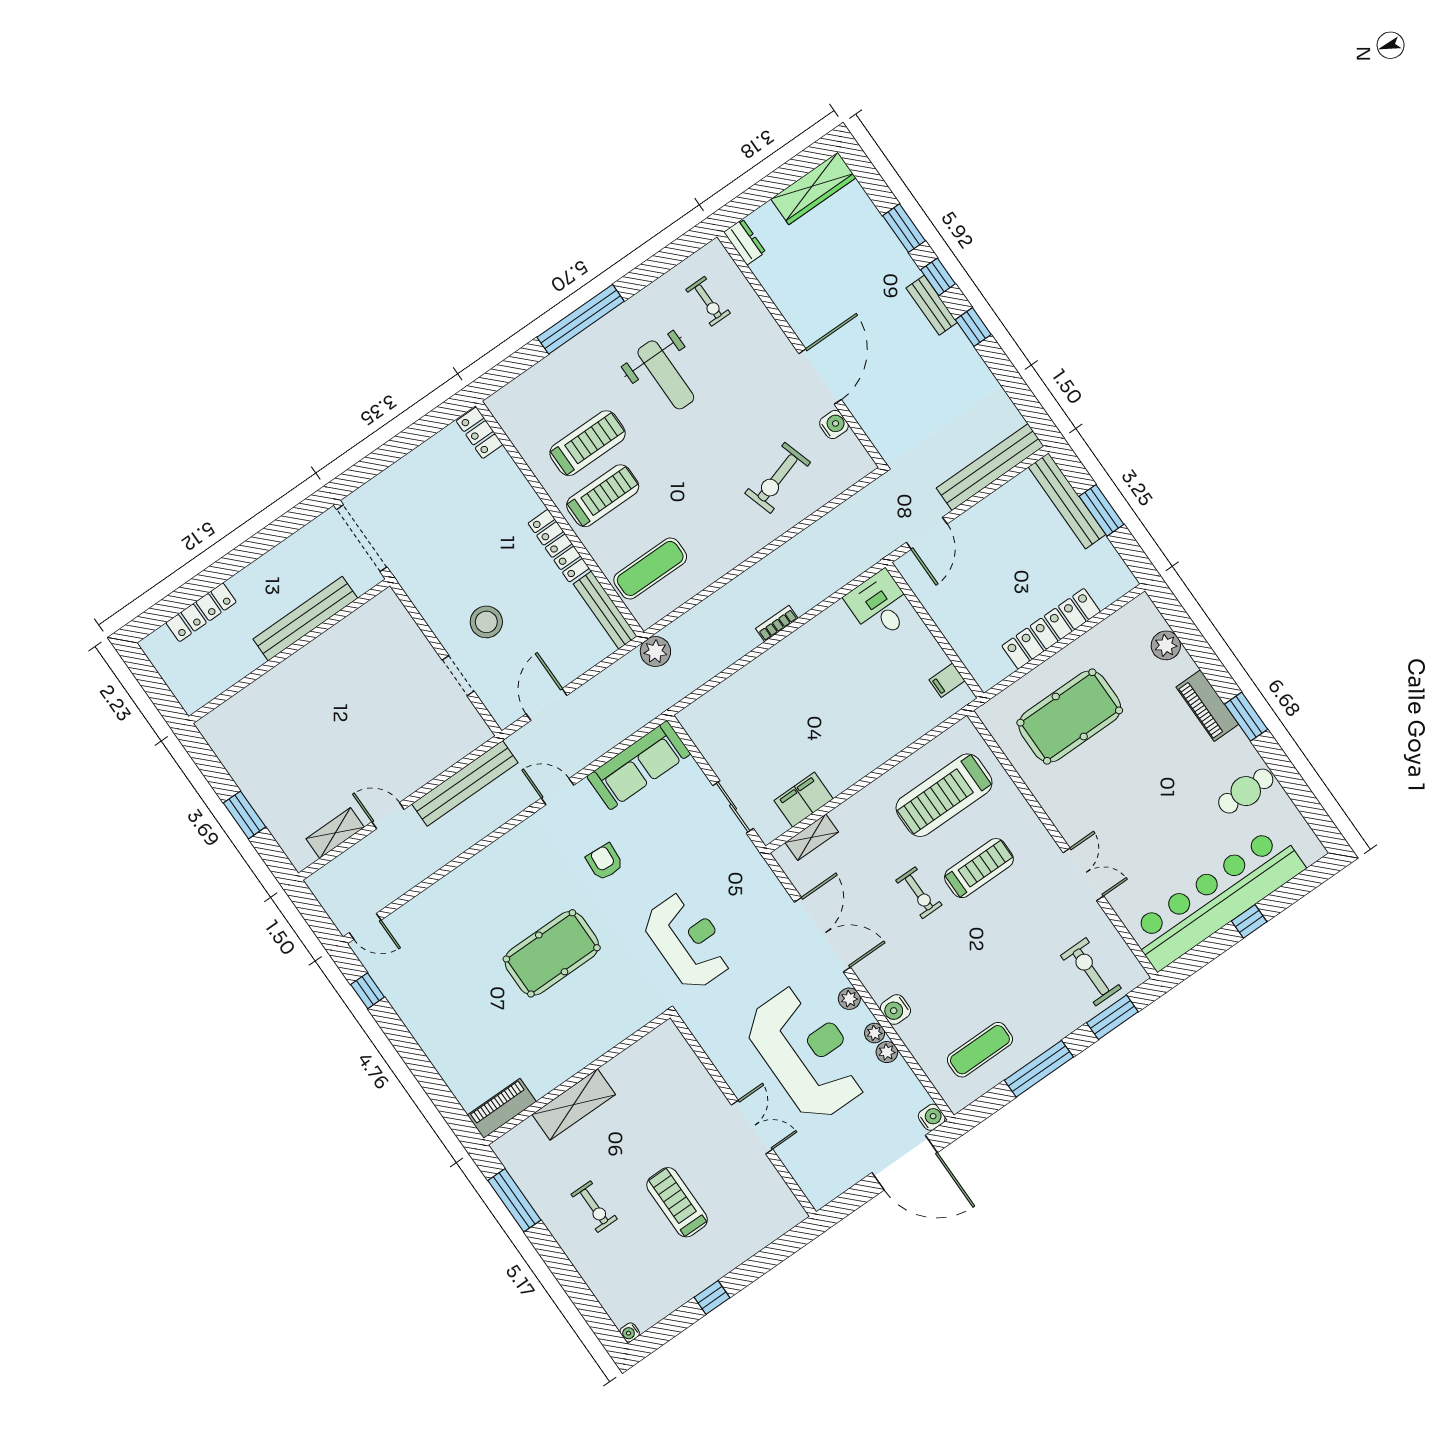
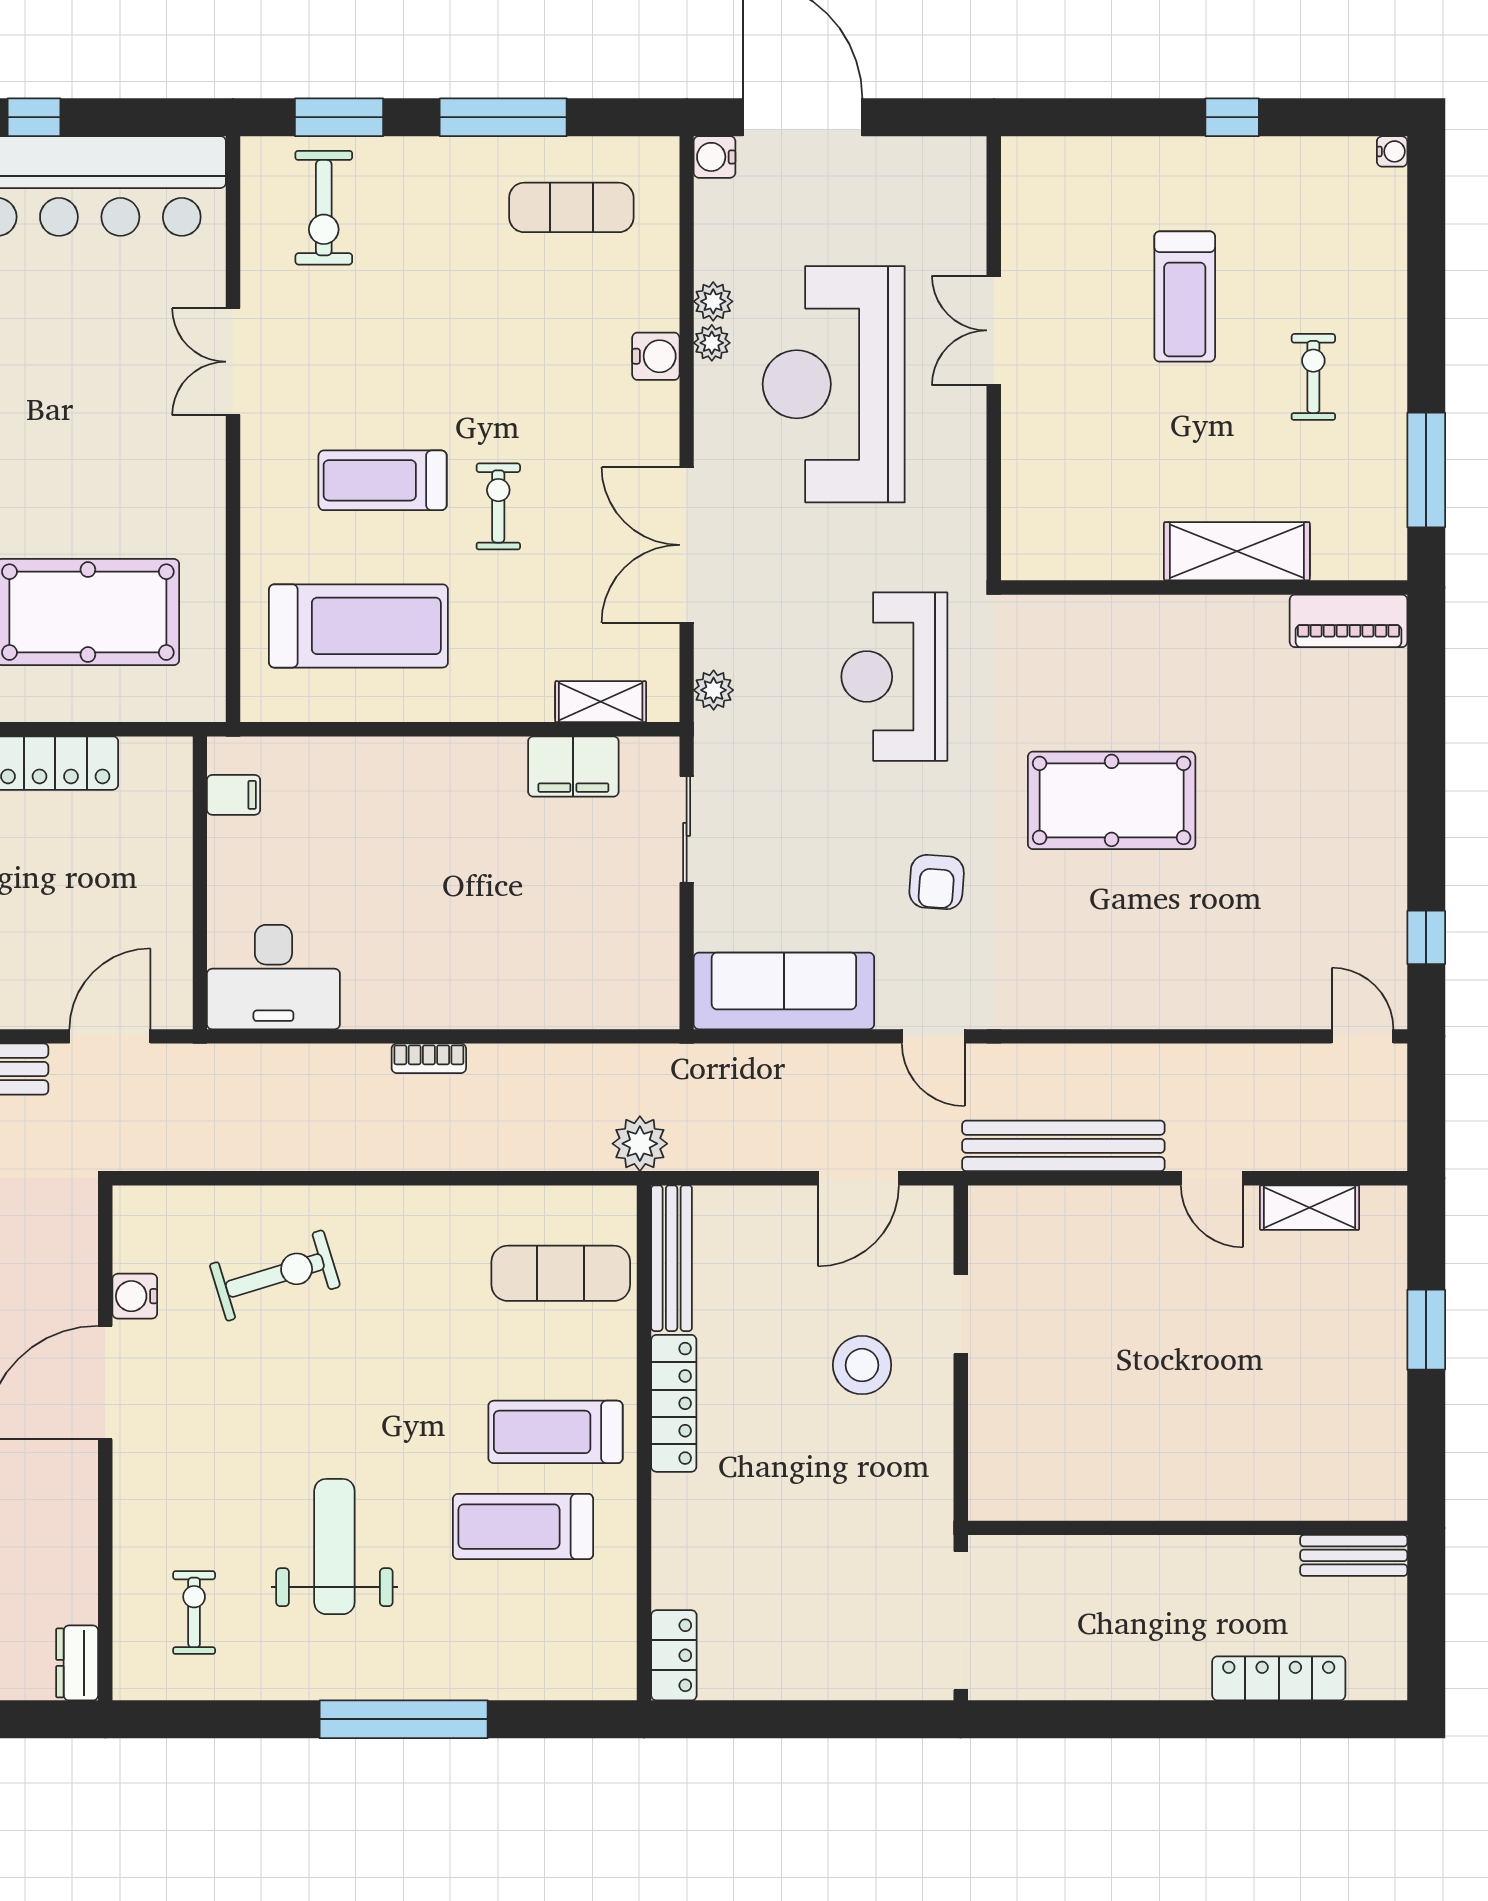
desk: (880, 605) -> (273, 977), width x1.37
bench: (305, 619) -> (1354, 1555), moved, width x0.54, depth x0.82
plant: (849, 999) -> (714, 690), moved

